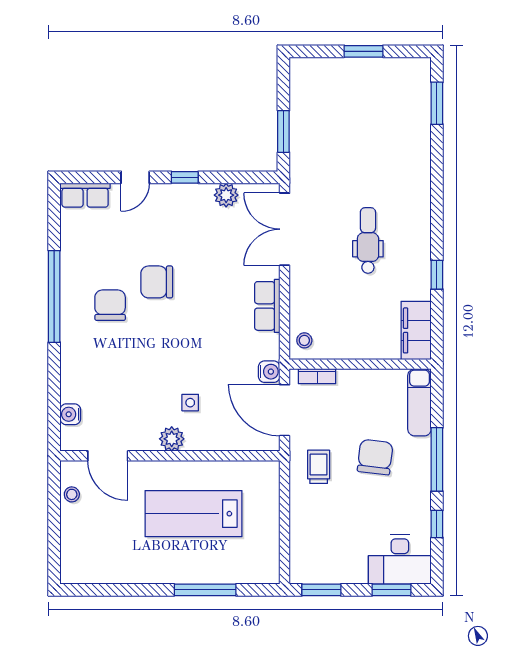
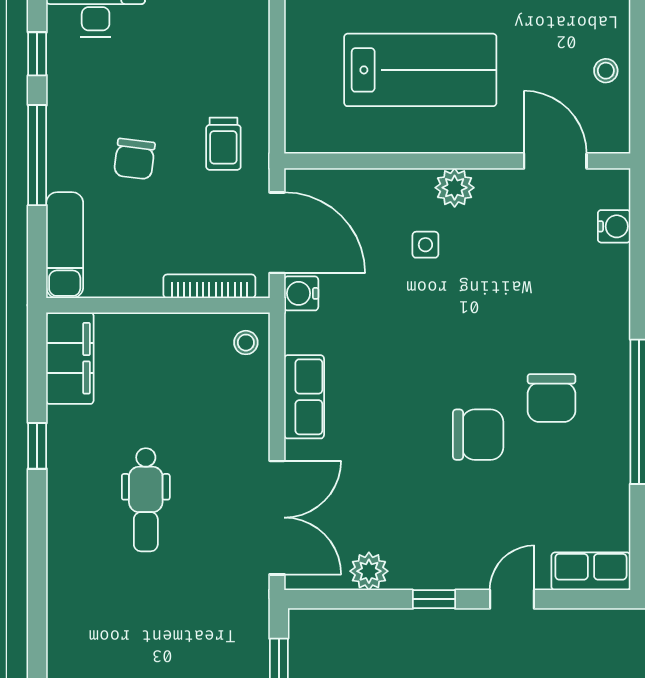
bookcase: (317, 376) -> (209, 286), width x1.56
chair: (375, 457) -> (134, 159), width x0.73, depth x0.73
stool: (72, 494) -> (606, 71), moved

